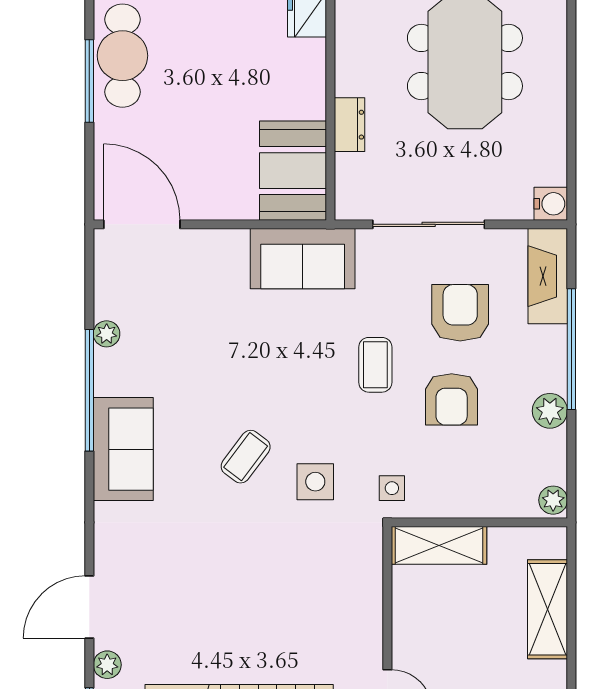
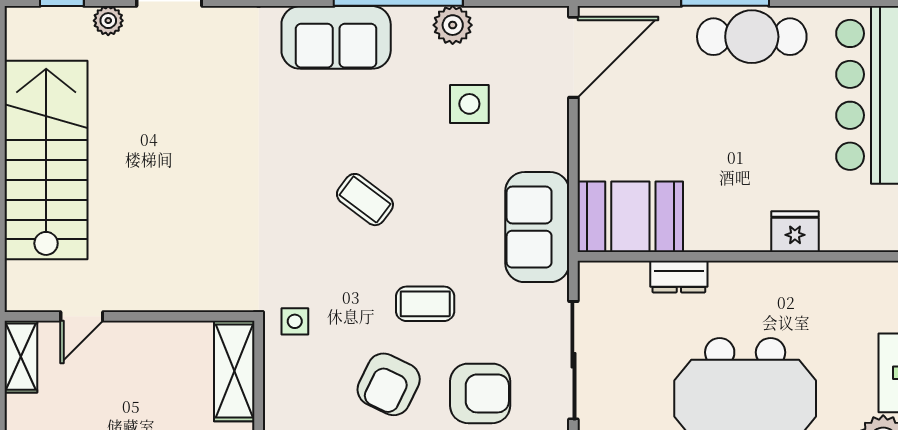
plant: (107, 334) -> (453, 25), width x1.38, depth x1.38
armchair: (452, 399) -> (389, 384), turned -64
coffee table: (246, 457) -> (365, 200), moved
side table: (315, 482) -> (469, 104), moved

